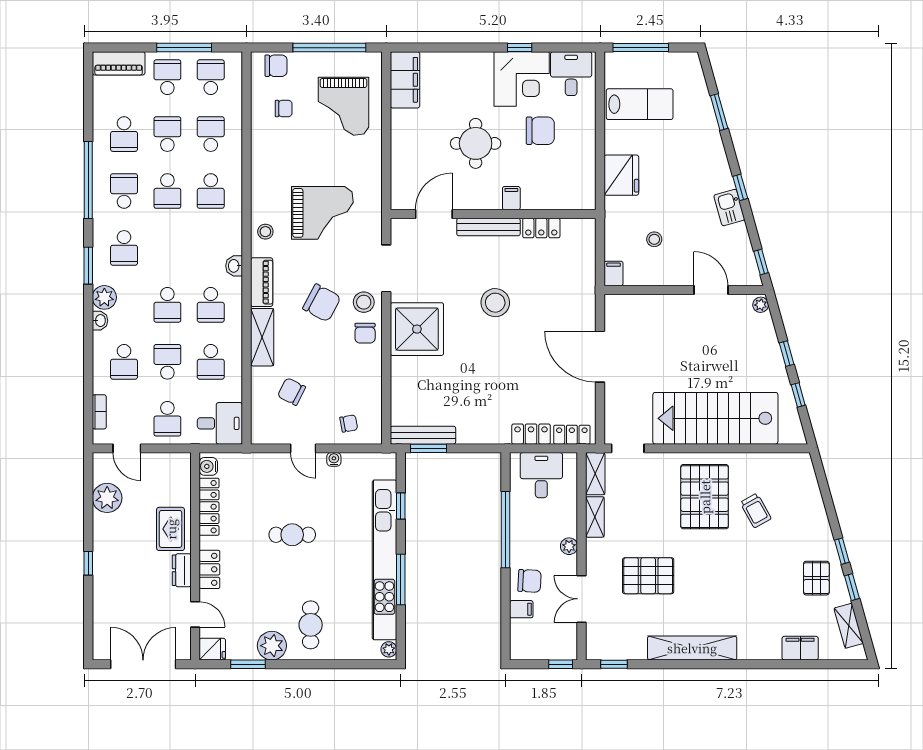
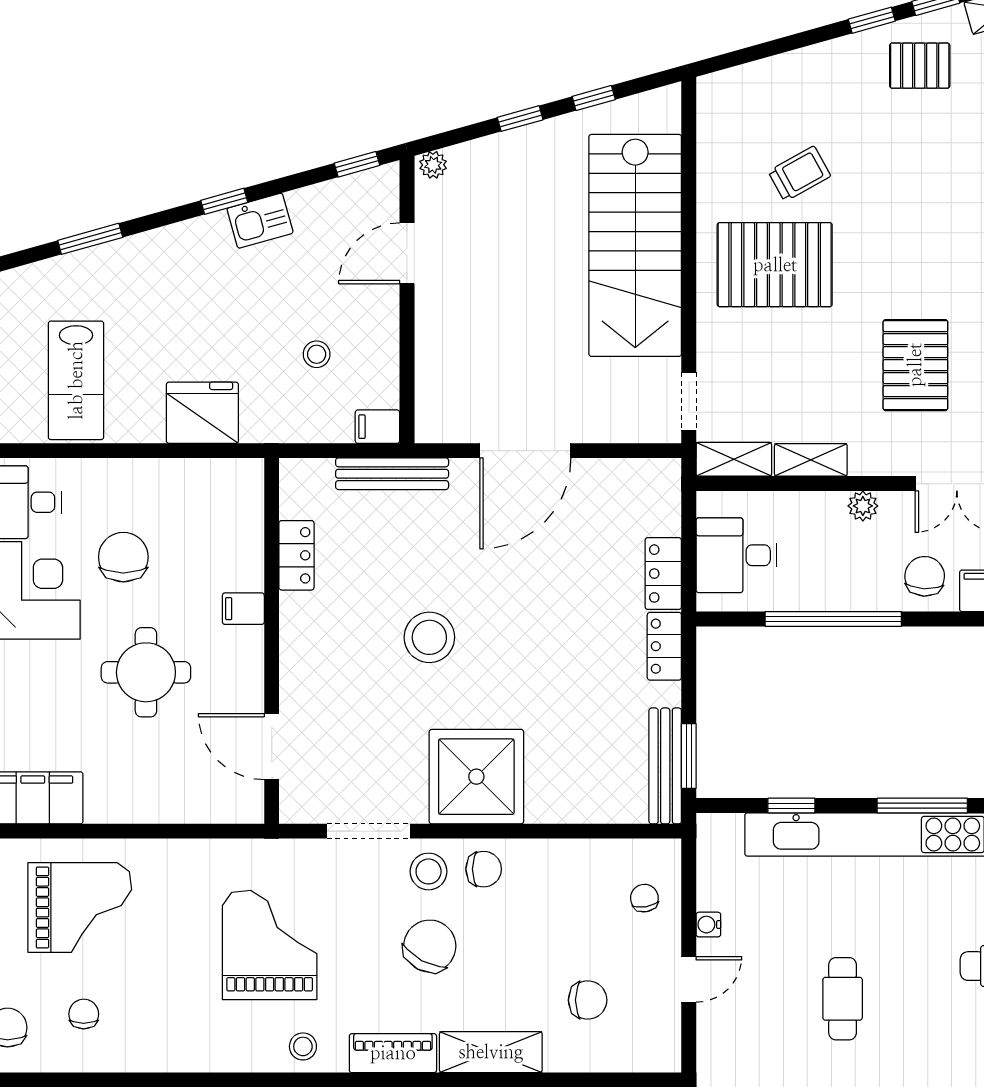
lab bench: (640, 104) -> (76, 380), turned 180
bench: (488, 227) -> (392, 474), moved, turned 90
chair: (291, 392) -> (588, 1000), turned -117
locker: (572, 435) -> (664, 646), moved

